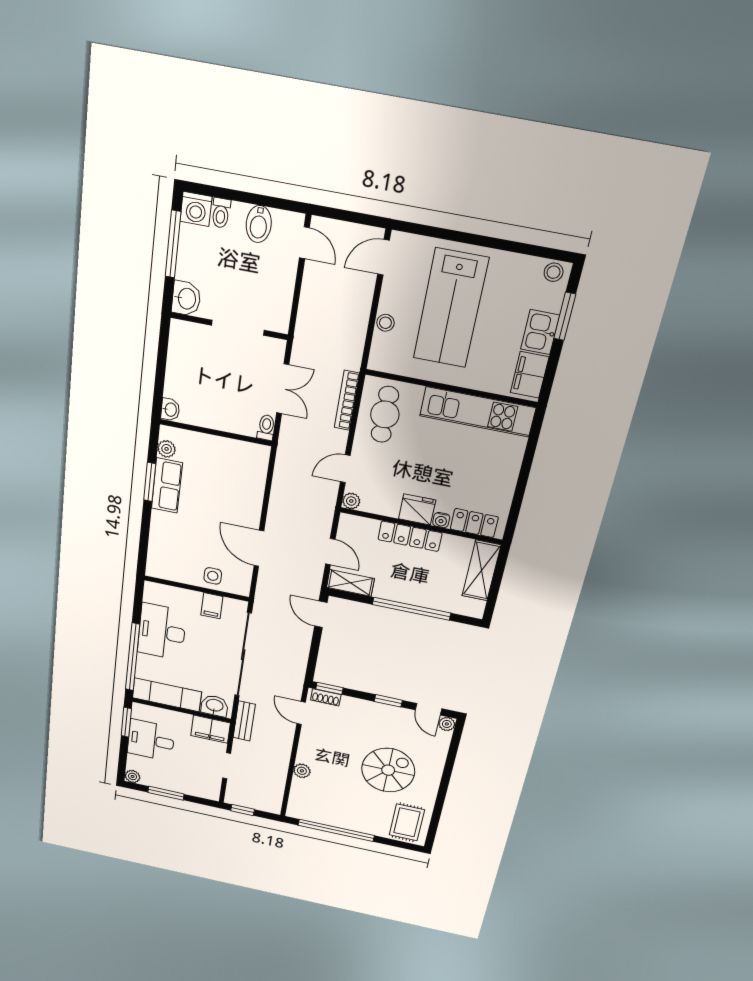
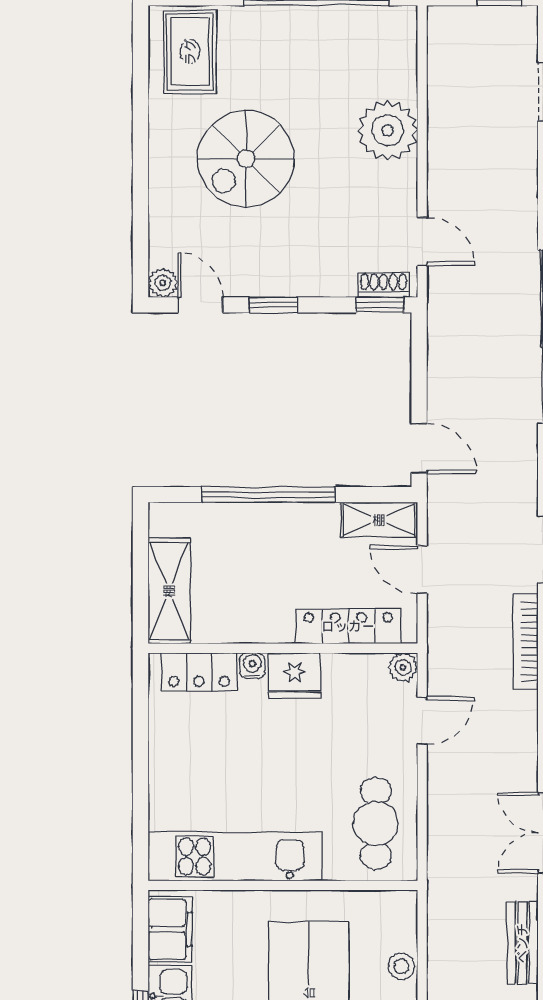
bookcase: (347, 400) -> (526, 642), moved, turned 180
locker: (410, 536) -> (348, 626), moved
bench: (244, 721) -> (522, 943), moved
plant: (302, 771) -> (388, 130), width x1.88, depth x1.88

